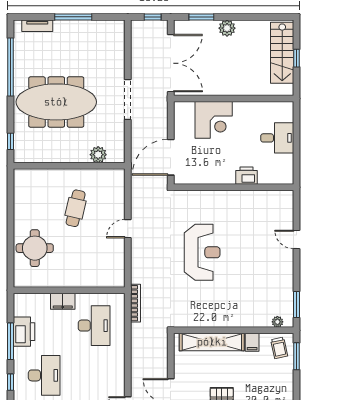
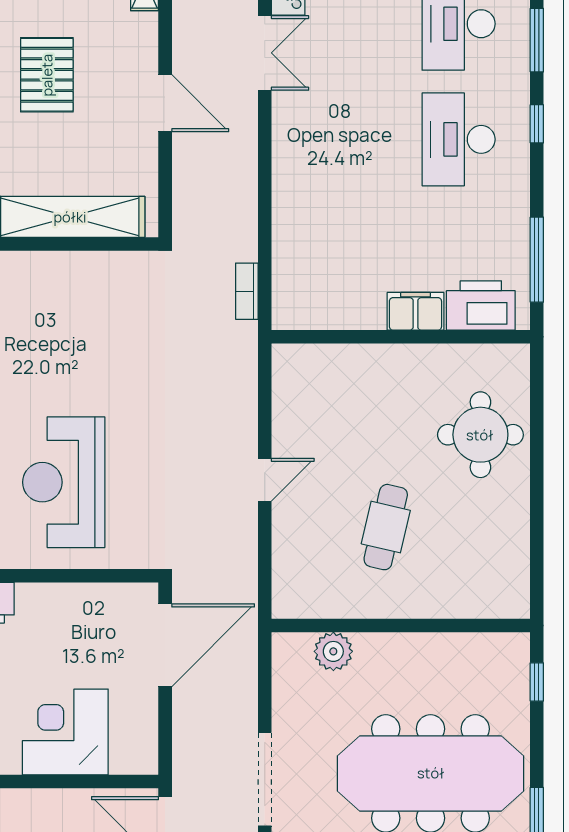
reception desk: (202, 252) -> (64, 482), moved
bookcase: (135, 303) -> (247, 291), width x0.64
desk: (94, 326) -> (343, 255), removed
printer: (24, 332) -> (481, 305), moved, turned 90
window: (10, 341) -> (537, 260), moved

